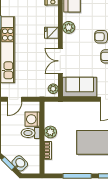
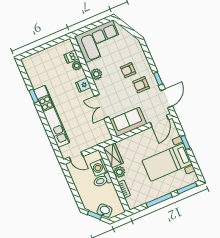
plant: (53, 89) -> (77, 66), moved
door: (15, 99) -> (76, 157), hinge flipped
wardrobe: (51, 113) -> (113, 155), added

